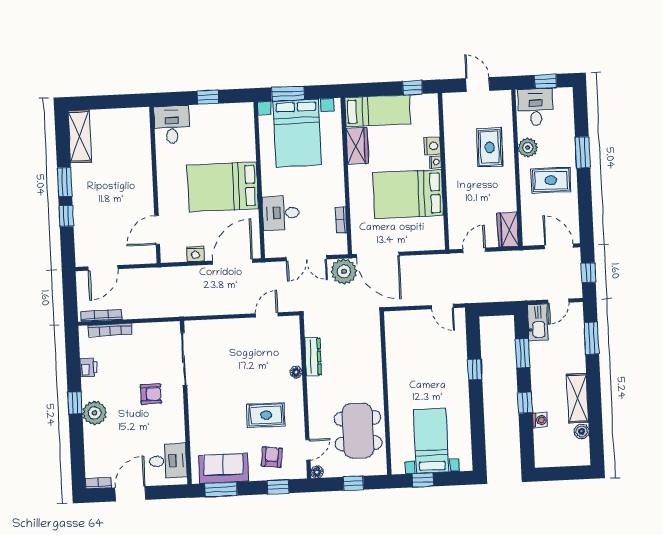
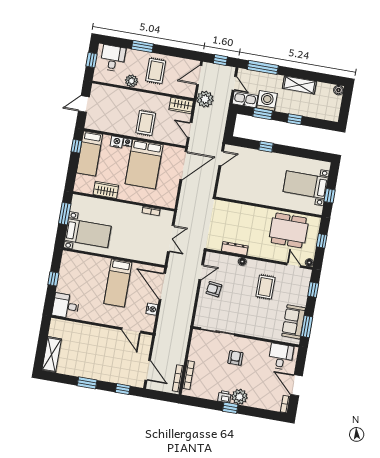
window: (288, 93) -> (65, 214), moved
desk: (536, 107) -> (113, 58), moved, turned 90
bed: (378, 111) -> (90, 153), moved, turned 180
bed with nightstands: (297, 133) -> (88, 233), width x0.73
shelving: (80, 136) -> (52, 355), moved, turned 90
rug: (490, 147) -> (146, 123), moved, turned 90
bed: (223, 187) -> (118, 283), width x0.67
desk: (281, 213) -> (138, 249), removed
window: (66, 216) -> (123, 389), moved
door: (378, 255) -> (183, 166), moved
plant: (344, 271) -> (205, 99), moved
door: (267, 315) -> (201, 272), swing flipped
window: (591, 338) -> (263, 67), width x1.44
printer: (88, 368) -> (224, 397), moved
washing machine: (540, 420) -> (267, 101), moved, width x1.89, depth x1.89
boiler: (582, 431) -> (339, 90), moved
armchair: (272, 457) -> (214, 289), moved

